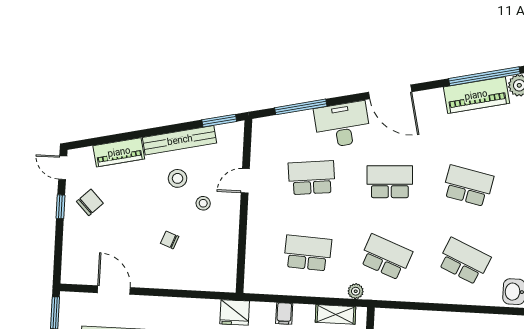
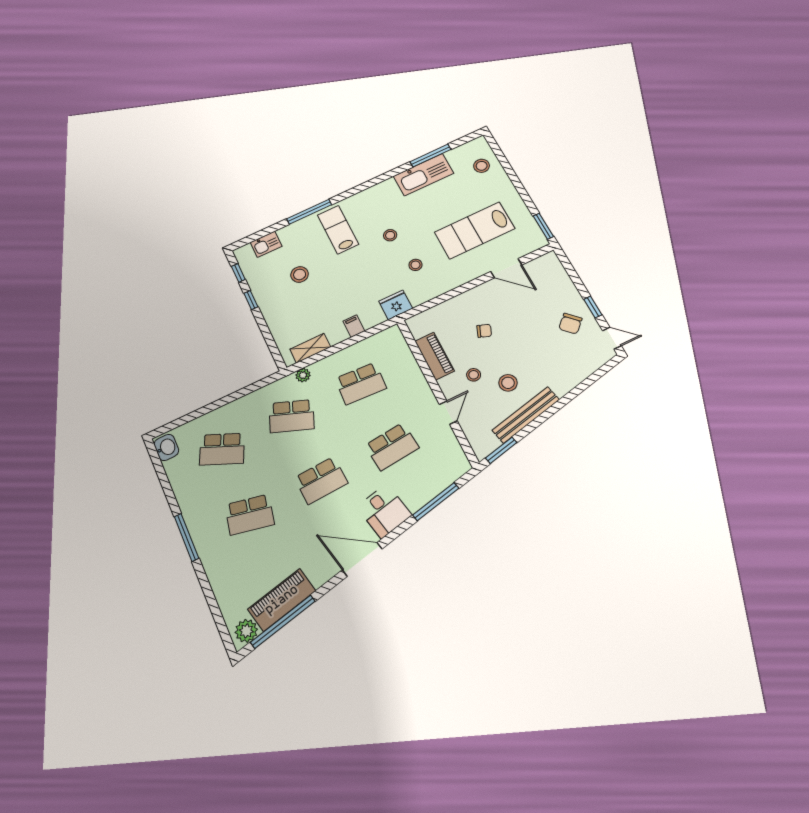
desk: (342, 125) -> (384, 511), width x0.73
piano: (119, 152) -> (435, 356), moved, turned 103

